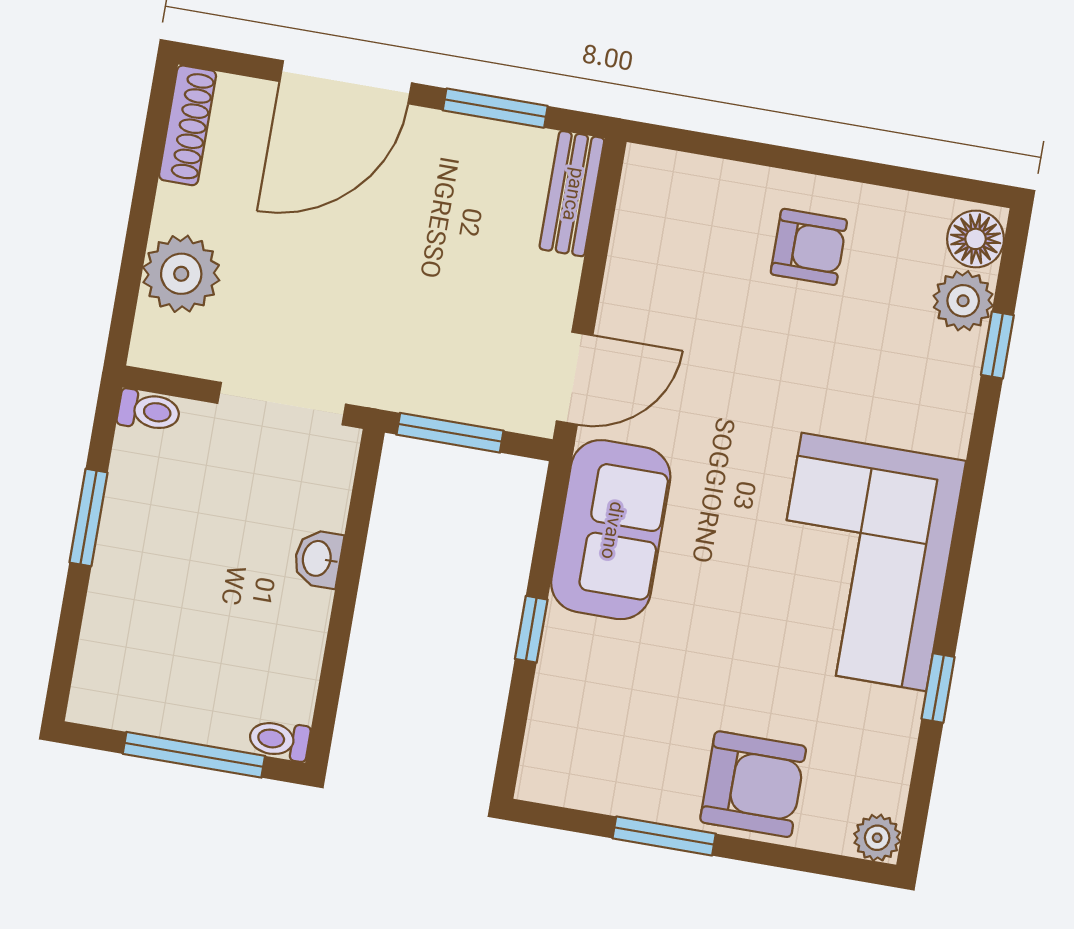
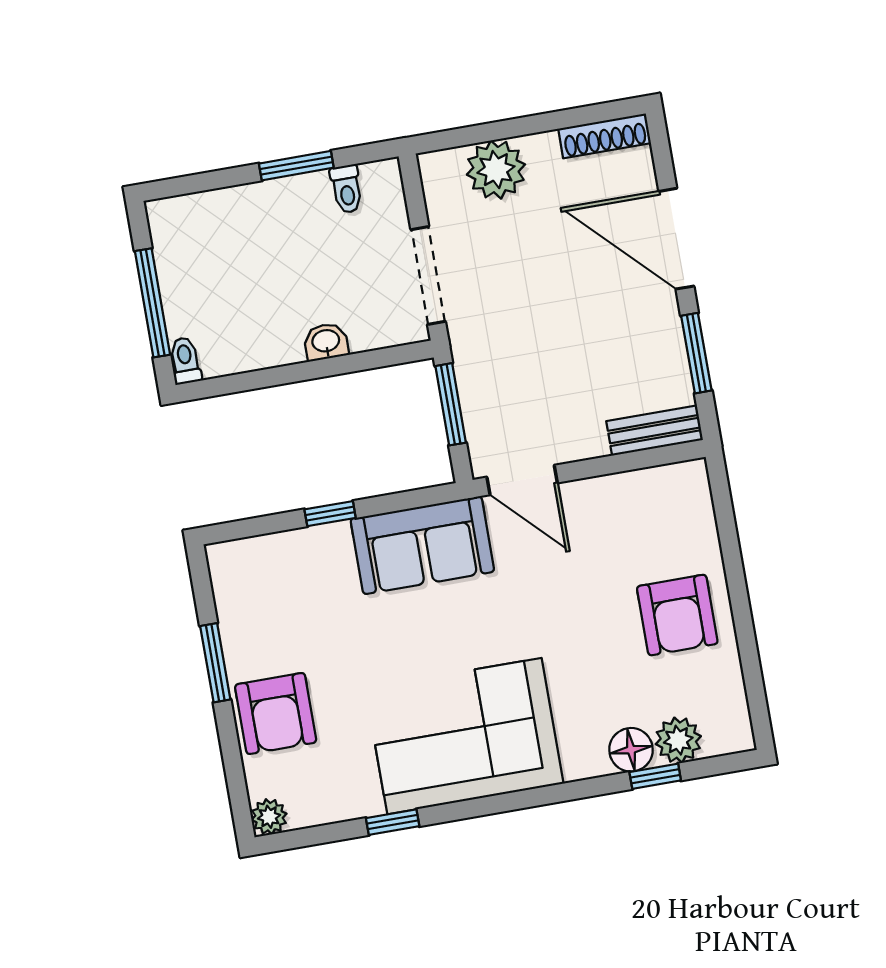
floor lamp: (976, 239) -> (631, 750), moved
armchair: (809, 247) -> (677, 615), width x1.38, depth x1.38
toilet: (149, 411) -> (347, 189), moved

